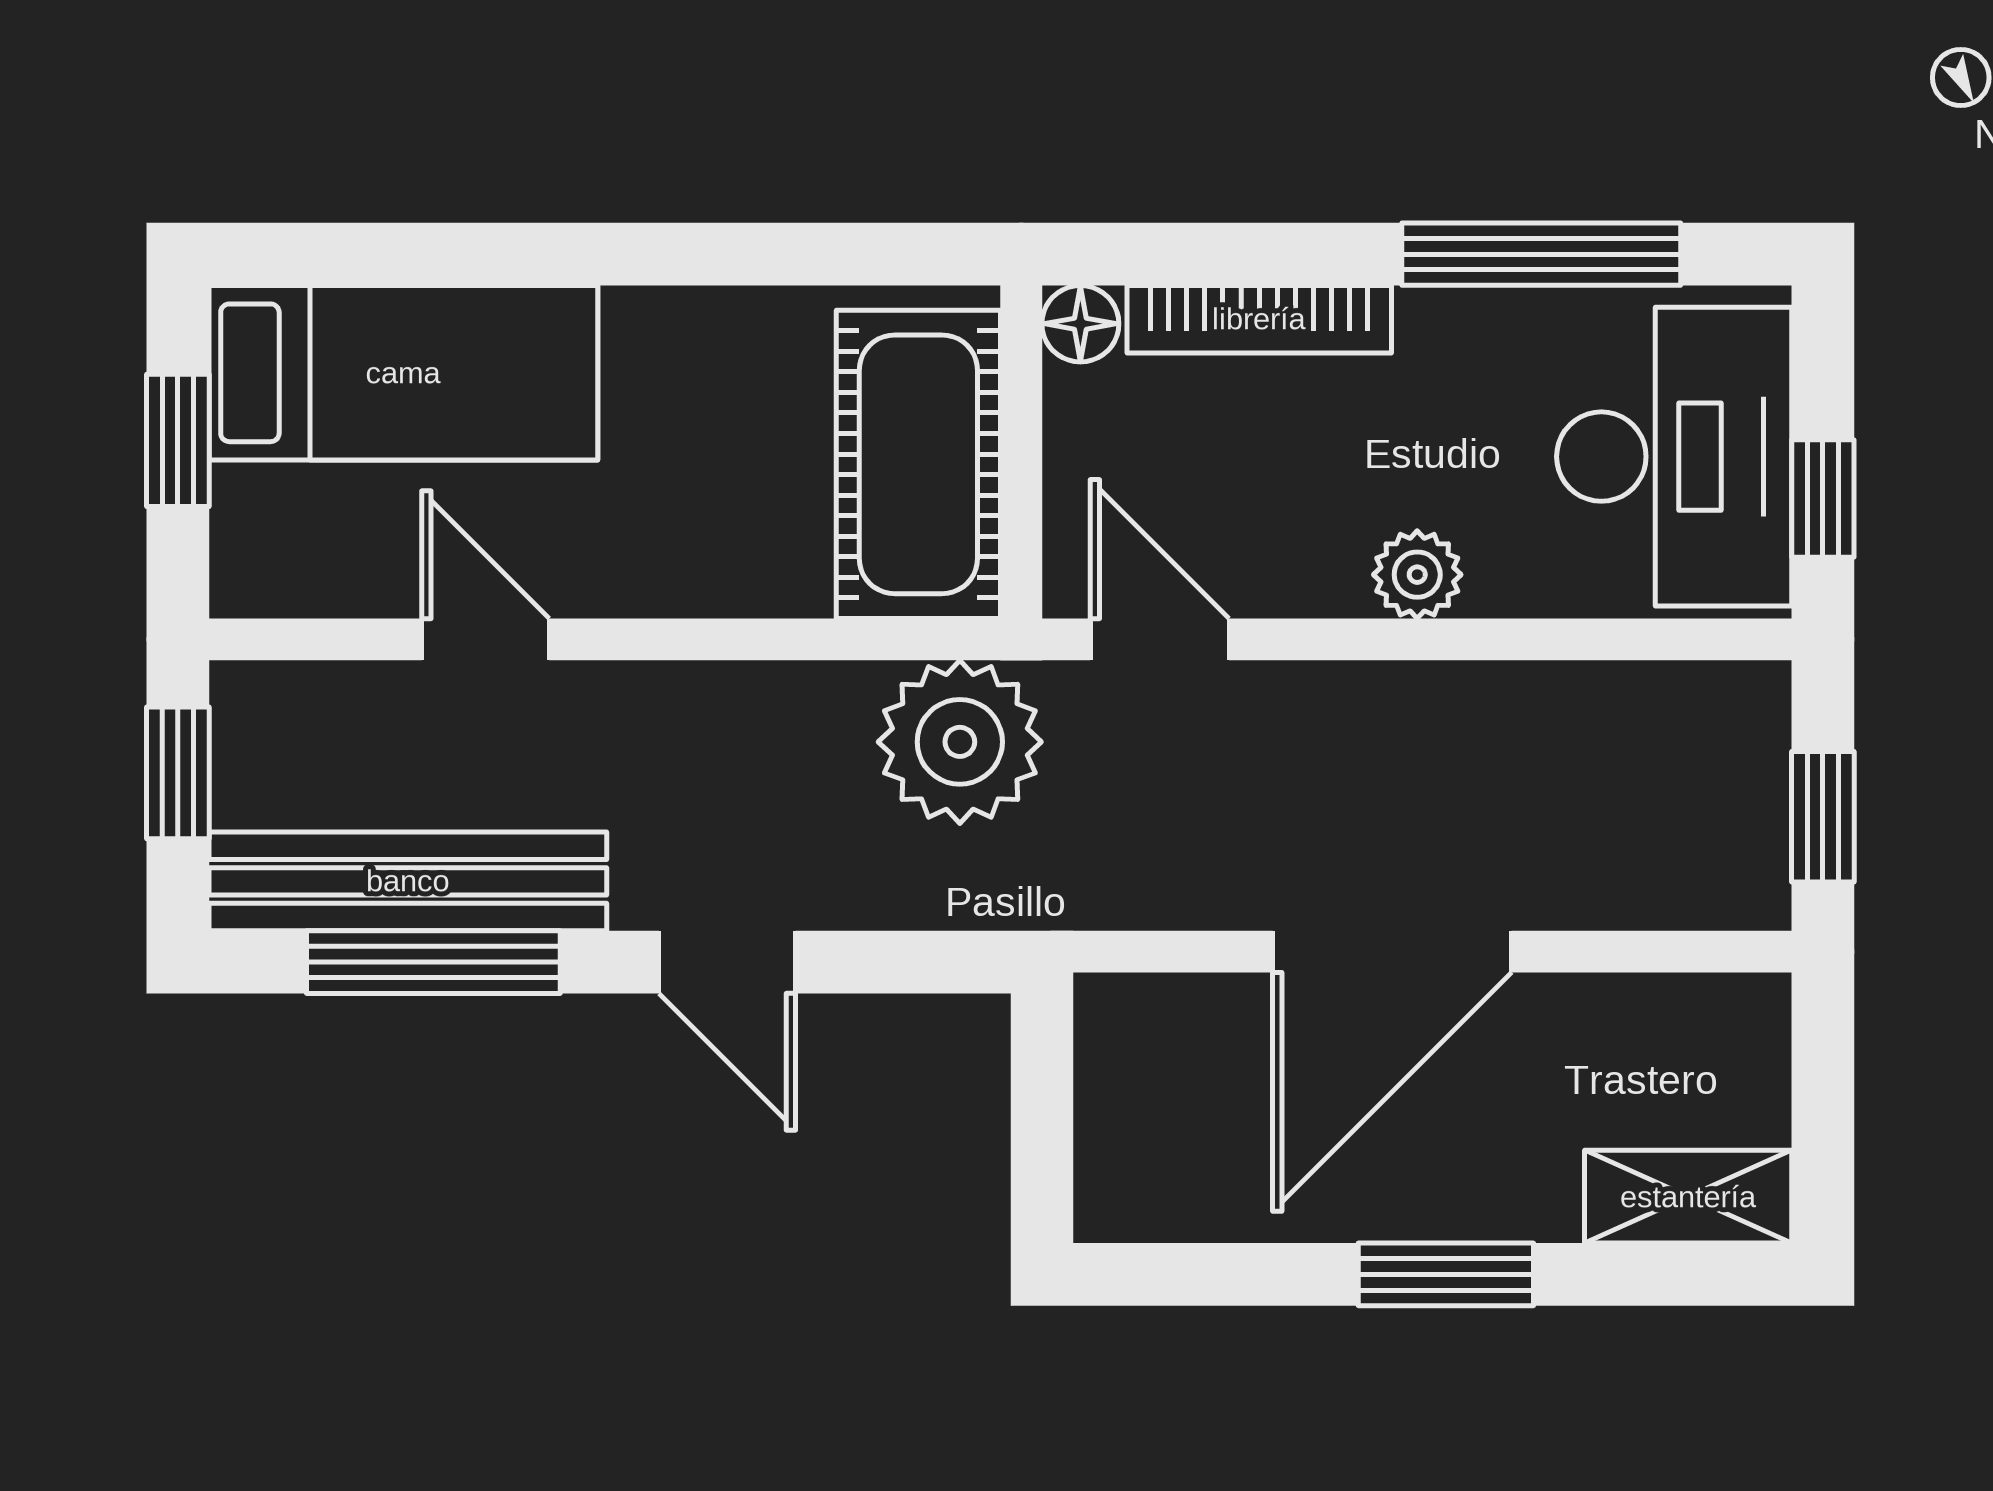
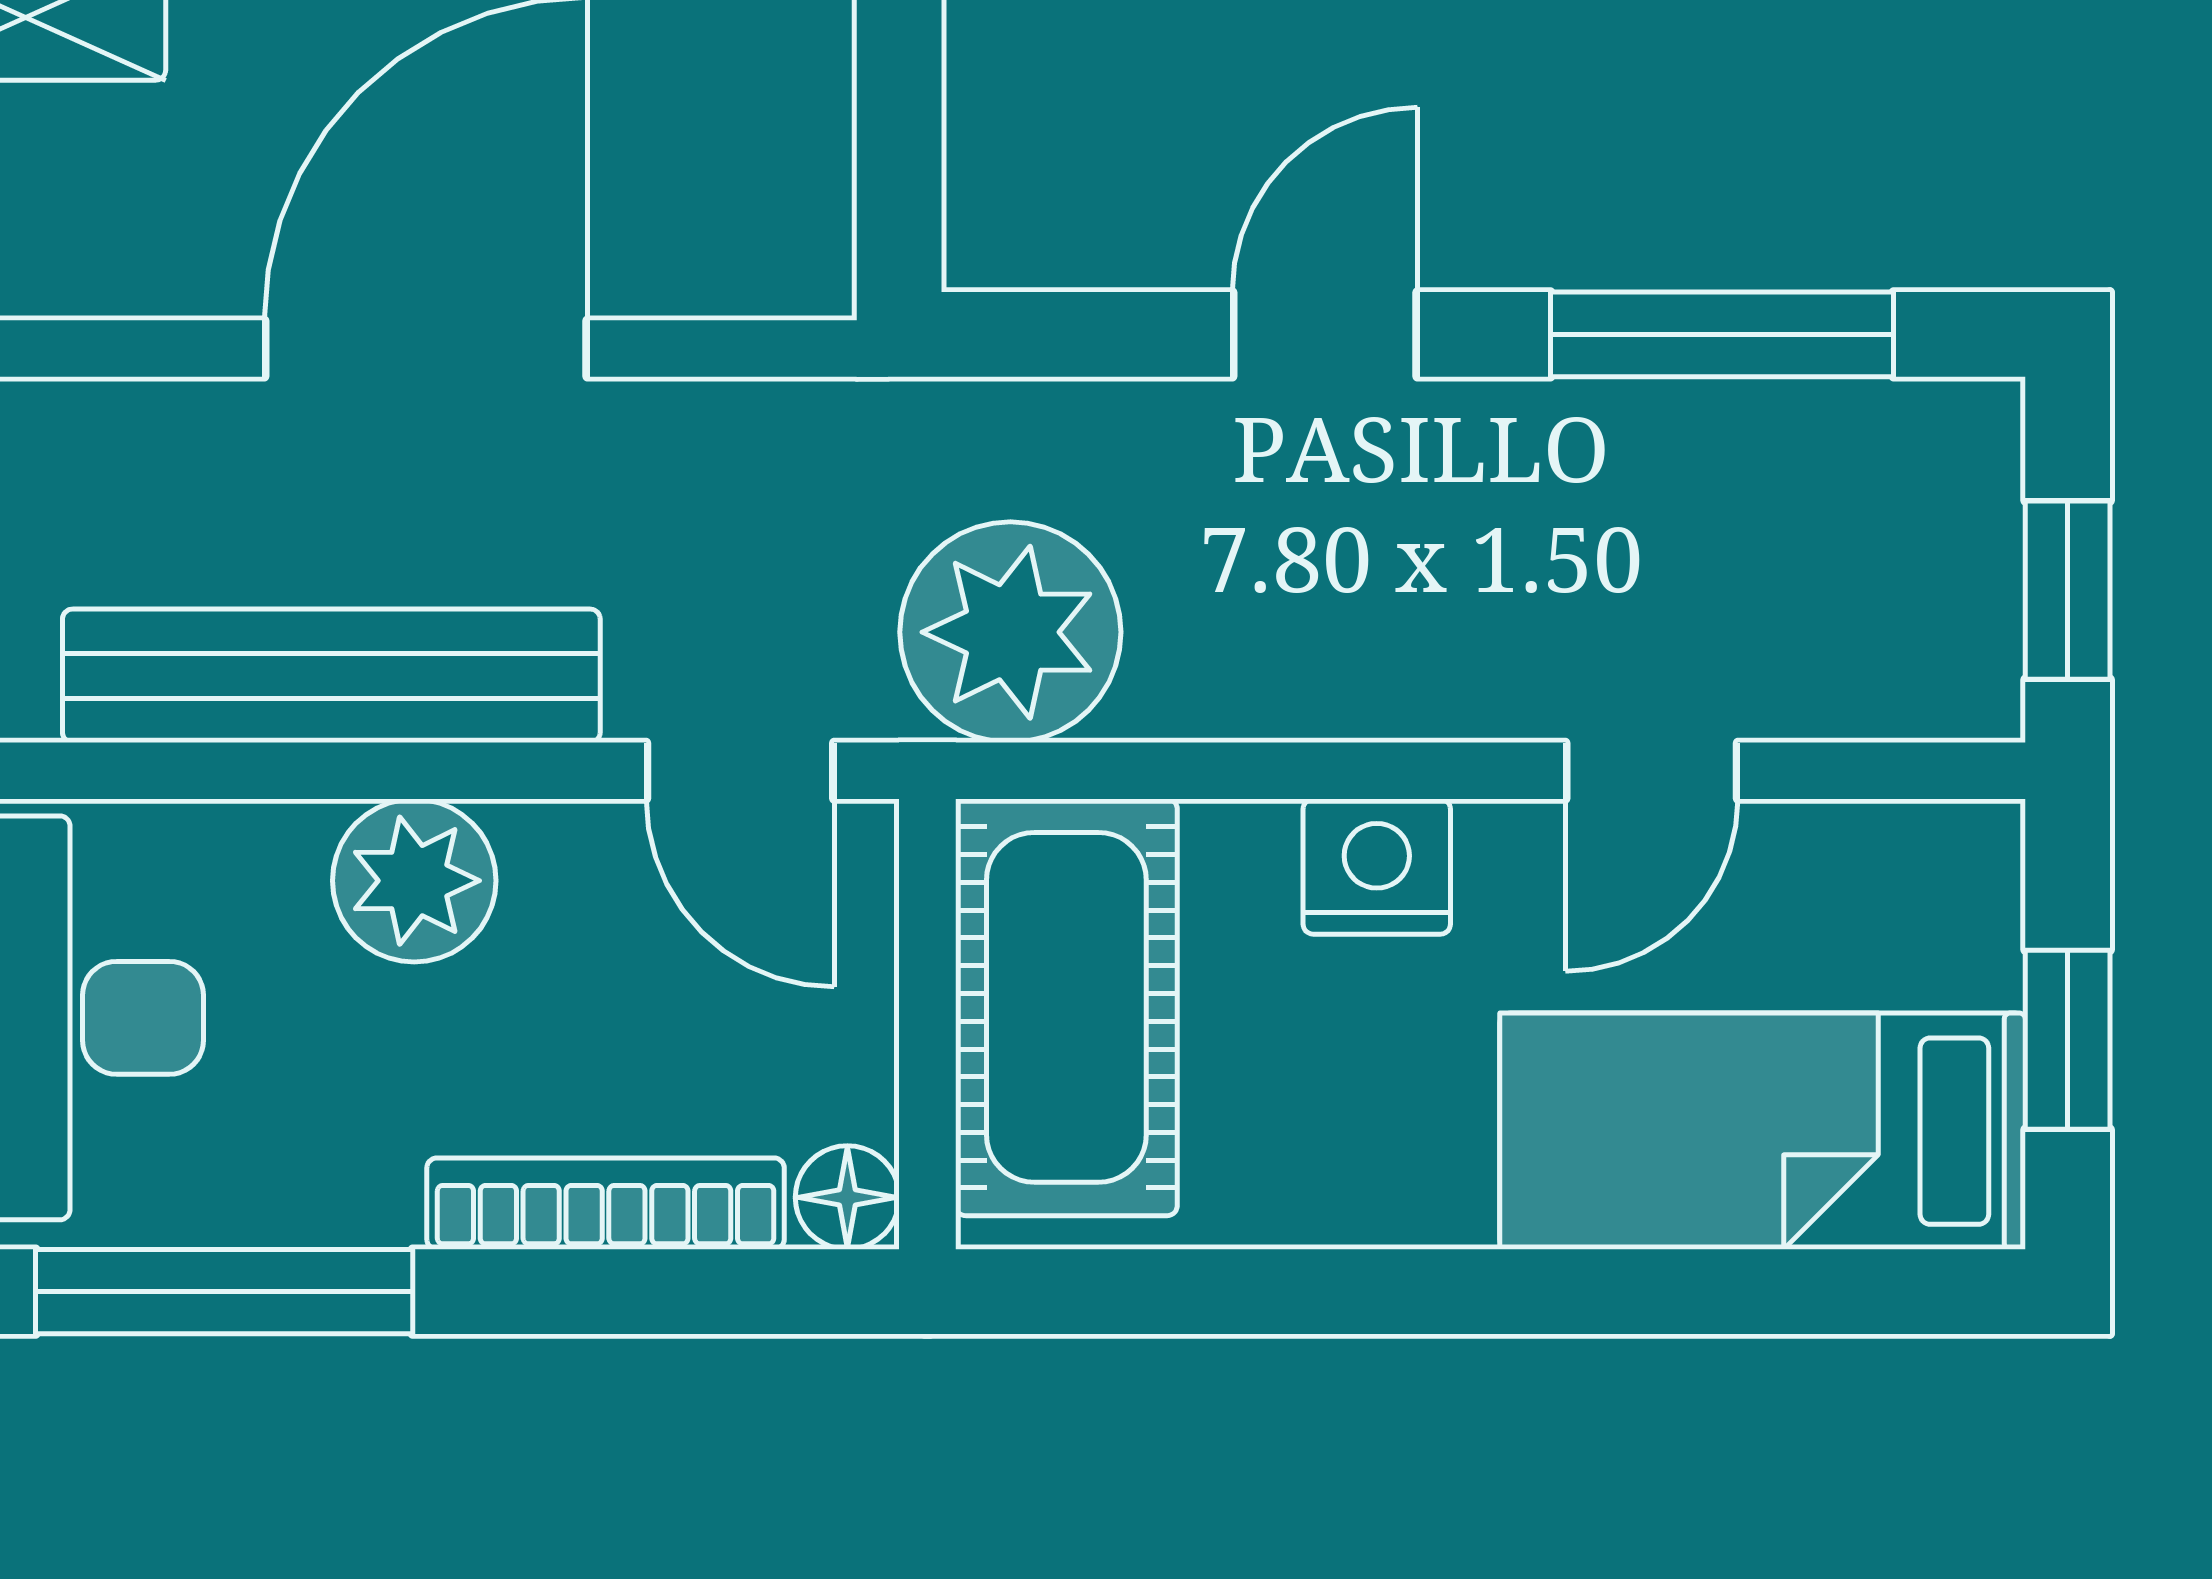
nightstand: (689, 568) -> (1377, 867), added
plant: (1417, 575) -> (414, 881), width x1.38, depth x1.38
door: (486, 639) -> (1652, 771), hinge flipped
bench: (408, 881) -> (331, 676), moved
door: (727, 962) -> (1325, 334), hinge flipped

